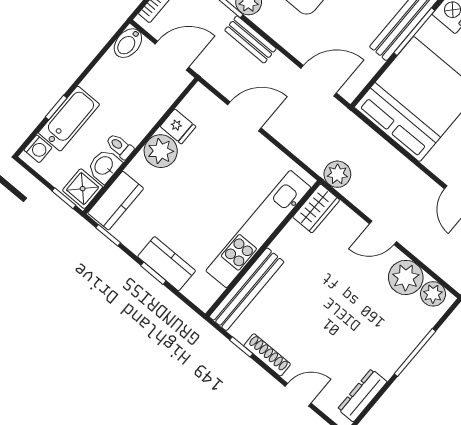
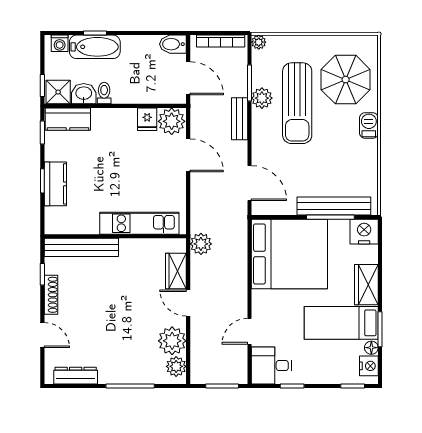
plant: (161, 151) -> (172, 121), moved
wardrobe: (316, 208) -> (176, 271), moved, turned 90
kitchen unit: (258, 229) -> (139, 223), width x0.73

